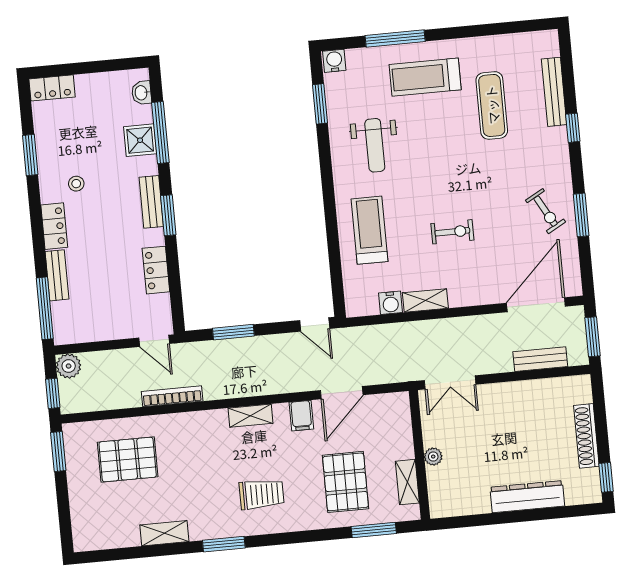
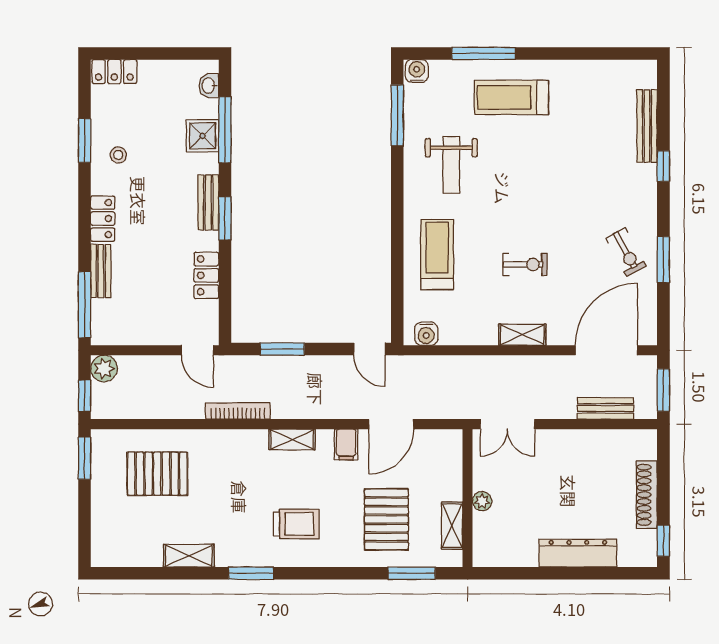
window: (320, 104) -> (397, 115), width x1.44
exercise mat: (492, 105) -> (579, 134), removed
stool: (76, 184) -> (118, 155), moved
shelving: (425, 301) -> (522, 335), moved
water cooler: (391, 303) -> (426, 334), moved
bookcase: (172, 396) -> (238, 411), moved

